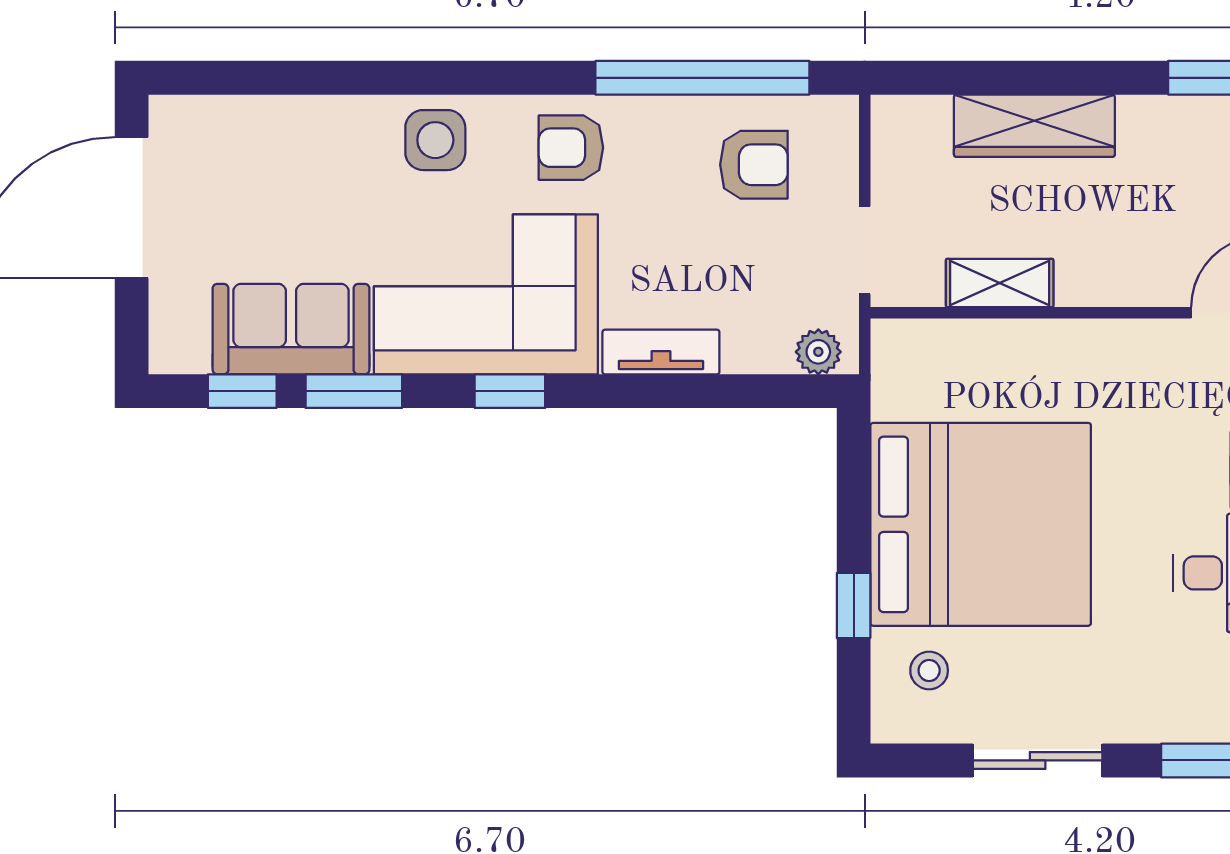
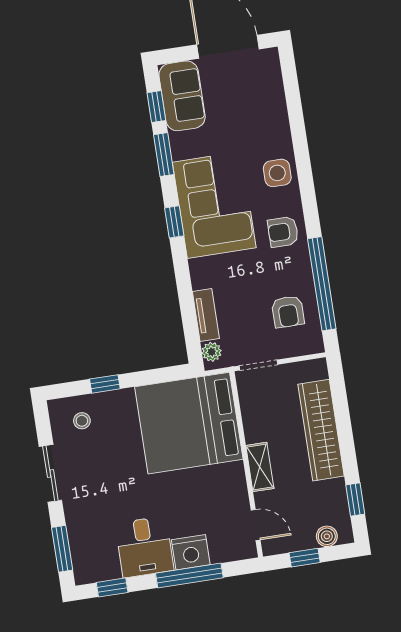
wardrobe: (1034, 126) -> (321, 430), width x1.40, depth x1.17
armchair: (571, 148) -> (283, 232), turned -90
shelving: (1000, 283) -> (260, 467), moved
sofa: (291, 329) -> (182, 96), moved
tv unit: (661, 352) -> (206, 315), moved
bed: (981, 524) -> (189, 423), moved, turned 90

